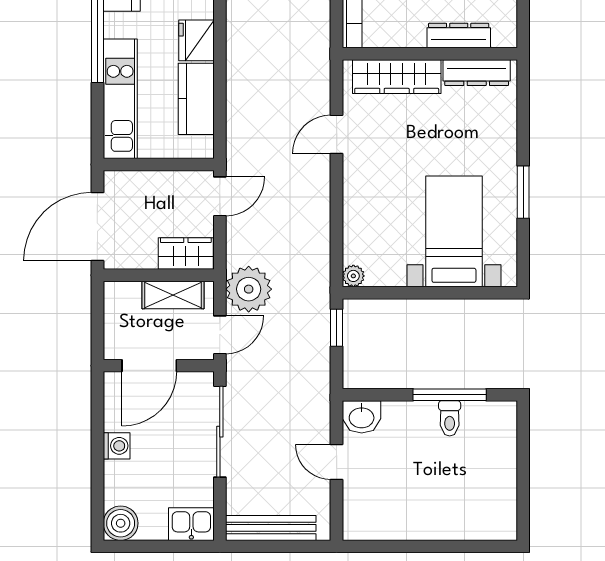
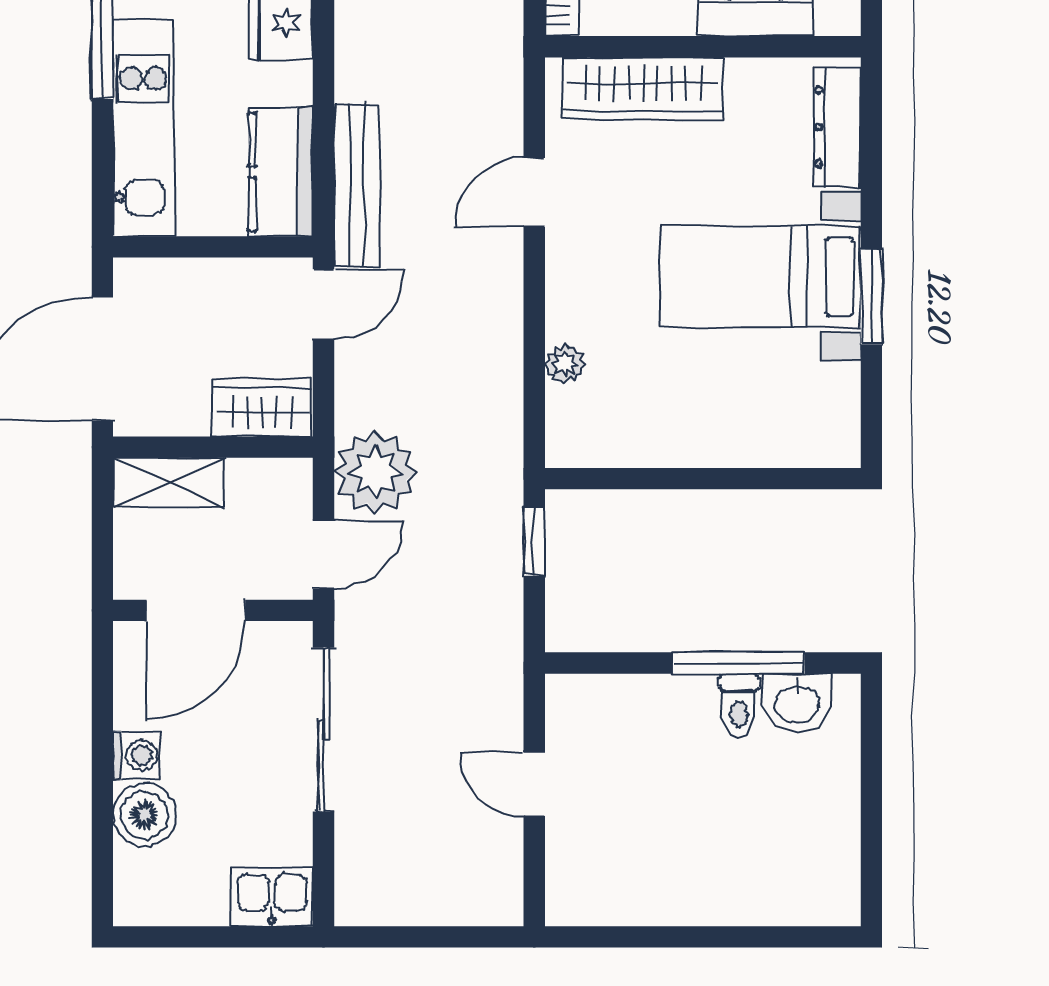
dresser: (477, 73) -> (837, 127), moved, turned 90
kitchen counter: (196, 99) -> (281, 172), moved
bed with nightstands: (454, 231) -> (761, 277), moved, turned -90
plant: (353, 276) -> (565, 364), moved
shelving: (173, 295) -> (169, 483), moved
washbasin: (362, 417) -> (797, 703), moved
boiler: (121, 523) -> (144, 815), moved
bench: (271, 528) -> (357, 184), moved, turned 90

